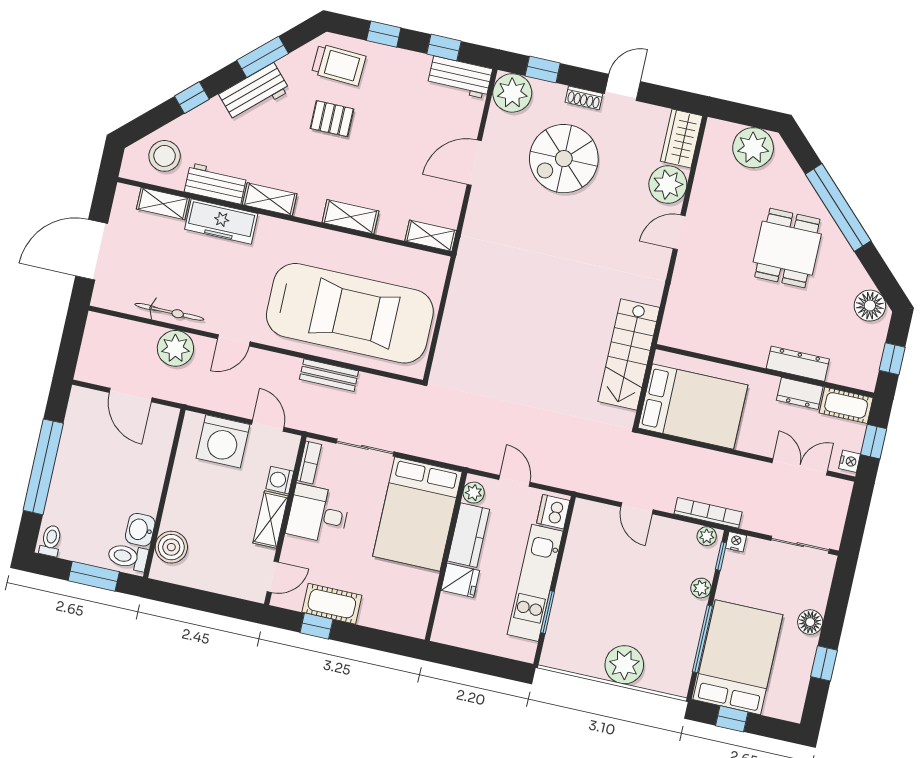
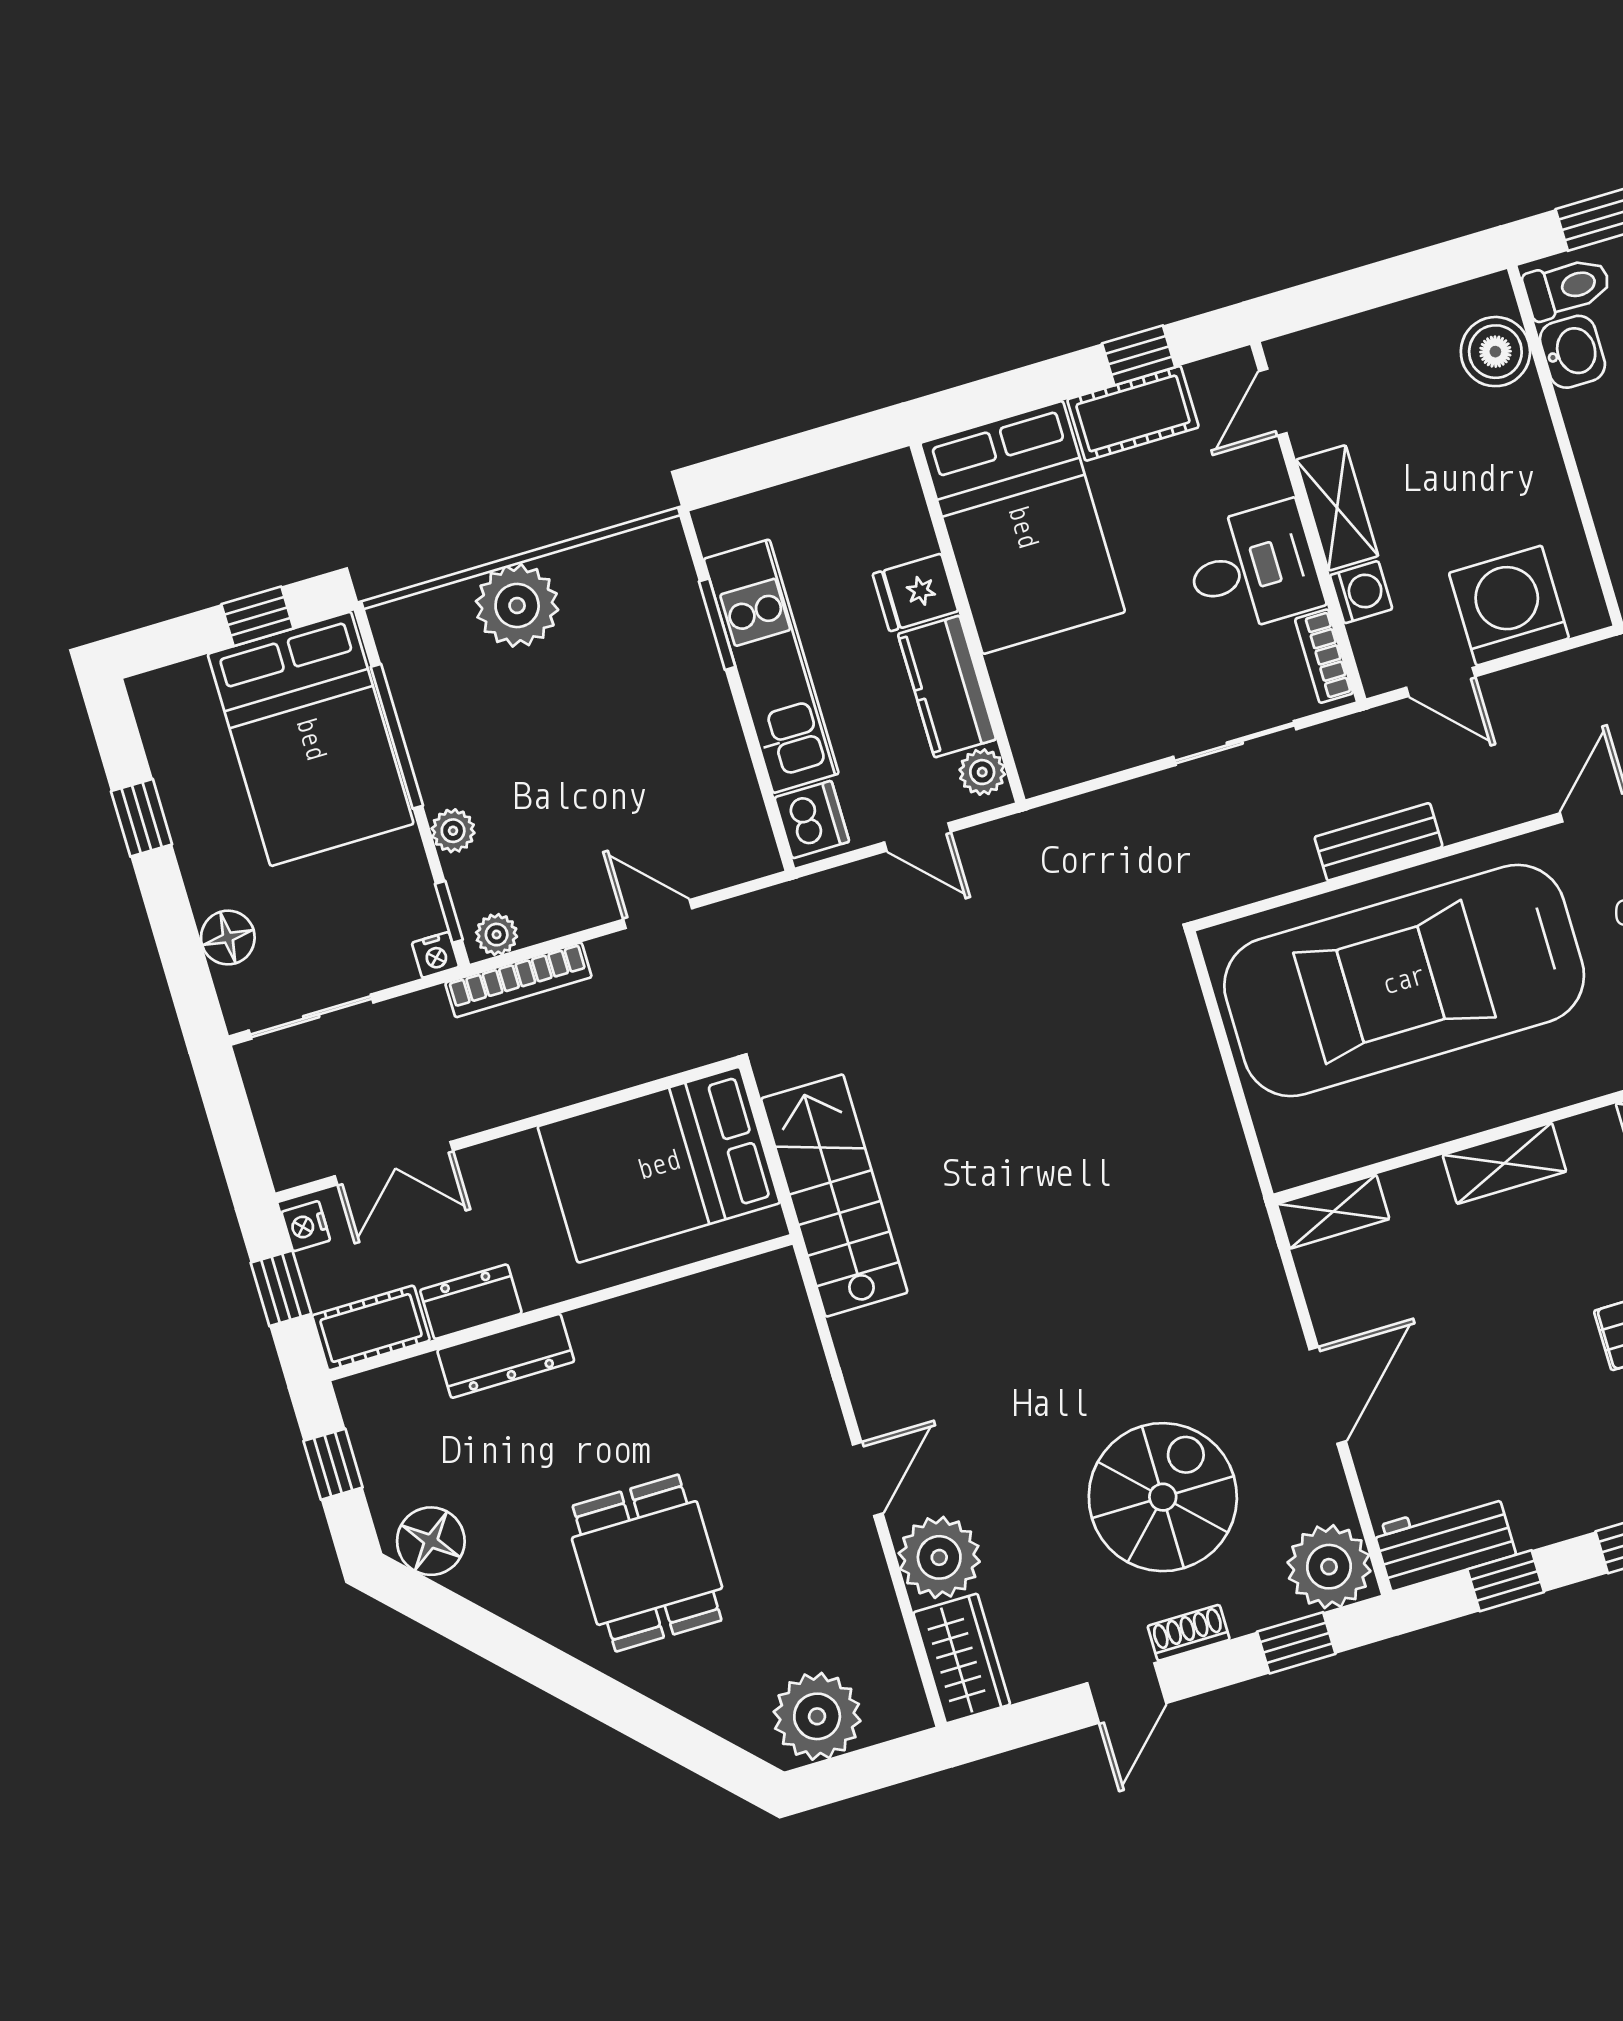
window: (838, 207) -> (594, 1693), removed
bed: (417, 514) -> (1023, 527), moved, turned 180
floor lamp: (810, 622) -> (228, 938), moved

